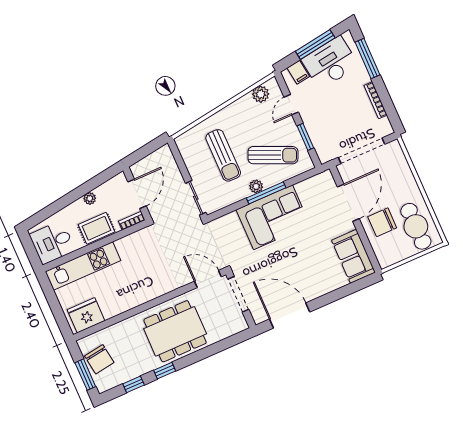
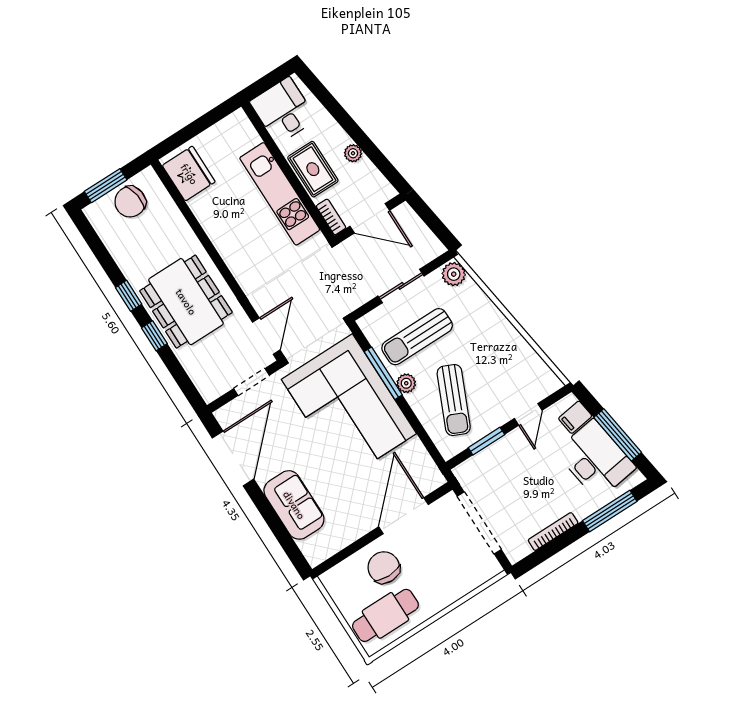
plant: (261, 94) -> (454, 274), moved
door: (291, 105) -> (528, 414), swing flipped
sun lounger: (223, 155) -> (417, 337), moved
window: (266, 193) -> (383, 373), moved
sliding door: (196, 198) -> (401, 286), moved
door: (348, 203) -> (404, 516), swing flipped
corner sofa: (273, 217) -> (349, 407), width x1.36, depth x1.36
sofa: (353, 256) -> (294, 505), moved, turned 90
kitchen unit: (83, 266) -> (280, 194), moved
doorway: (238, 294) -> (252, 382), width x0.73
window: (134, 384) -> (154, 336), moved

